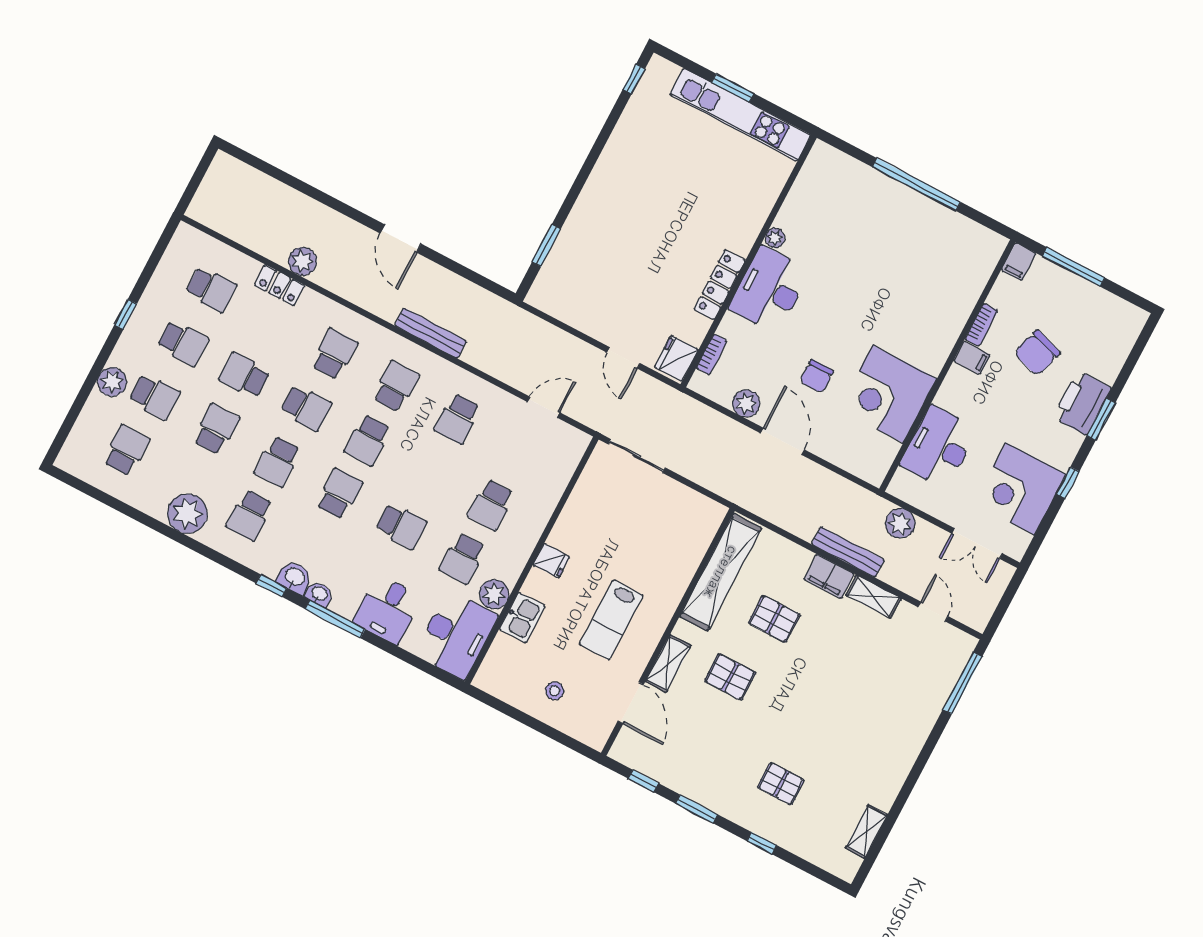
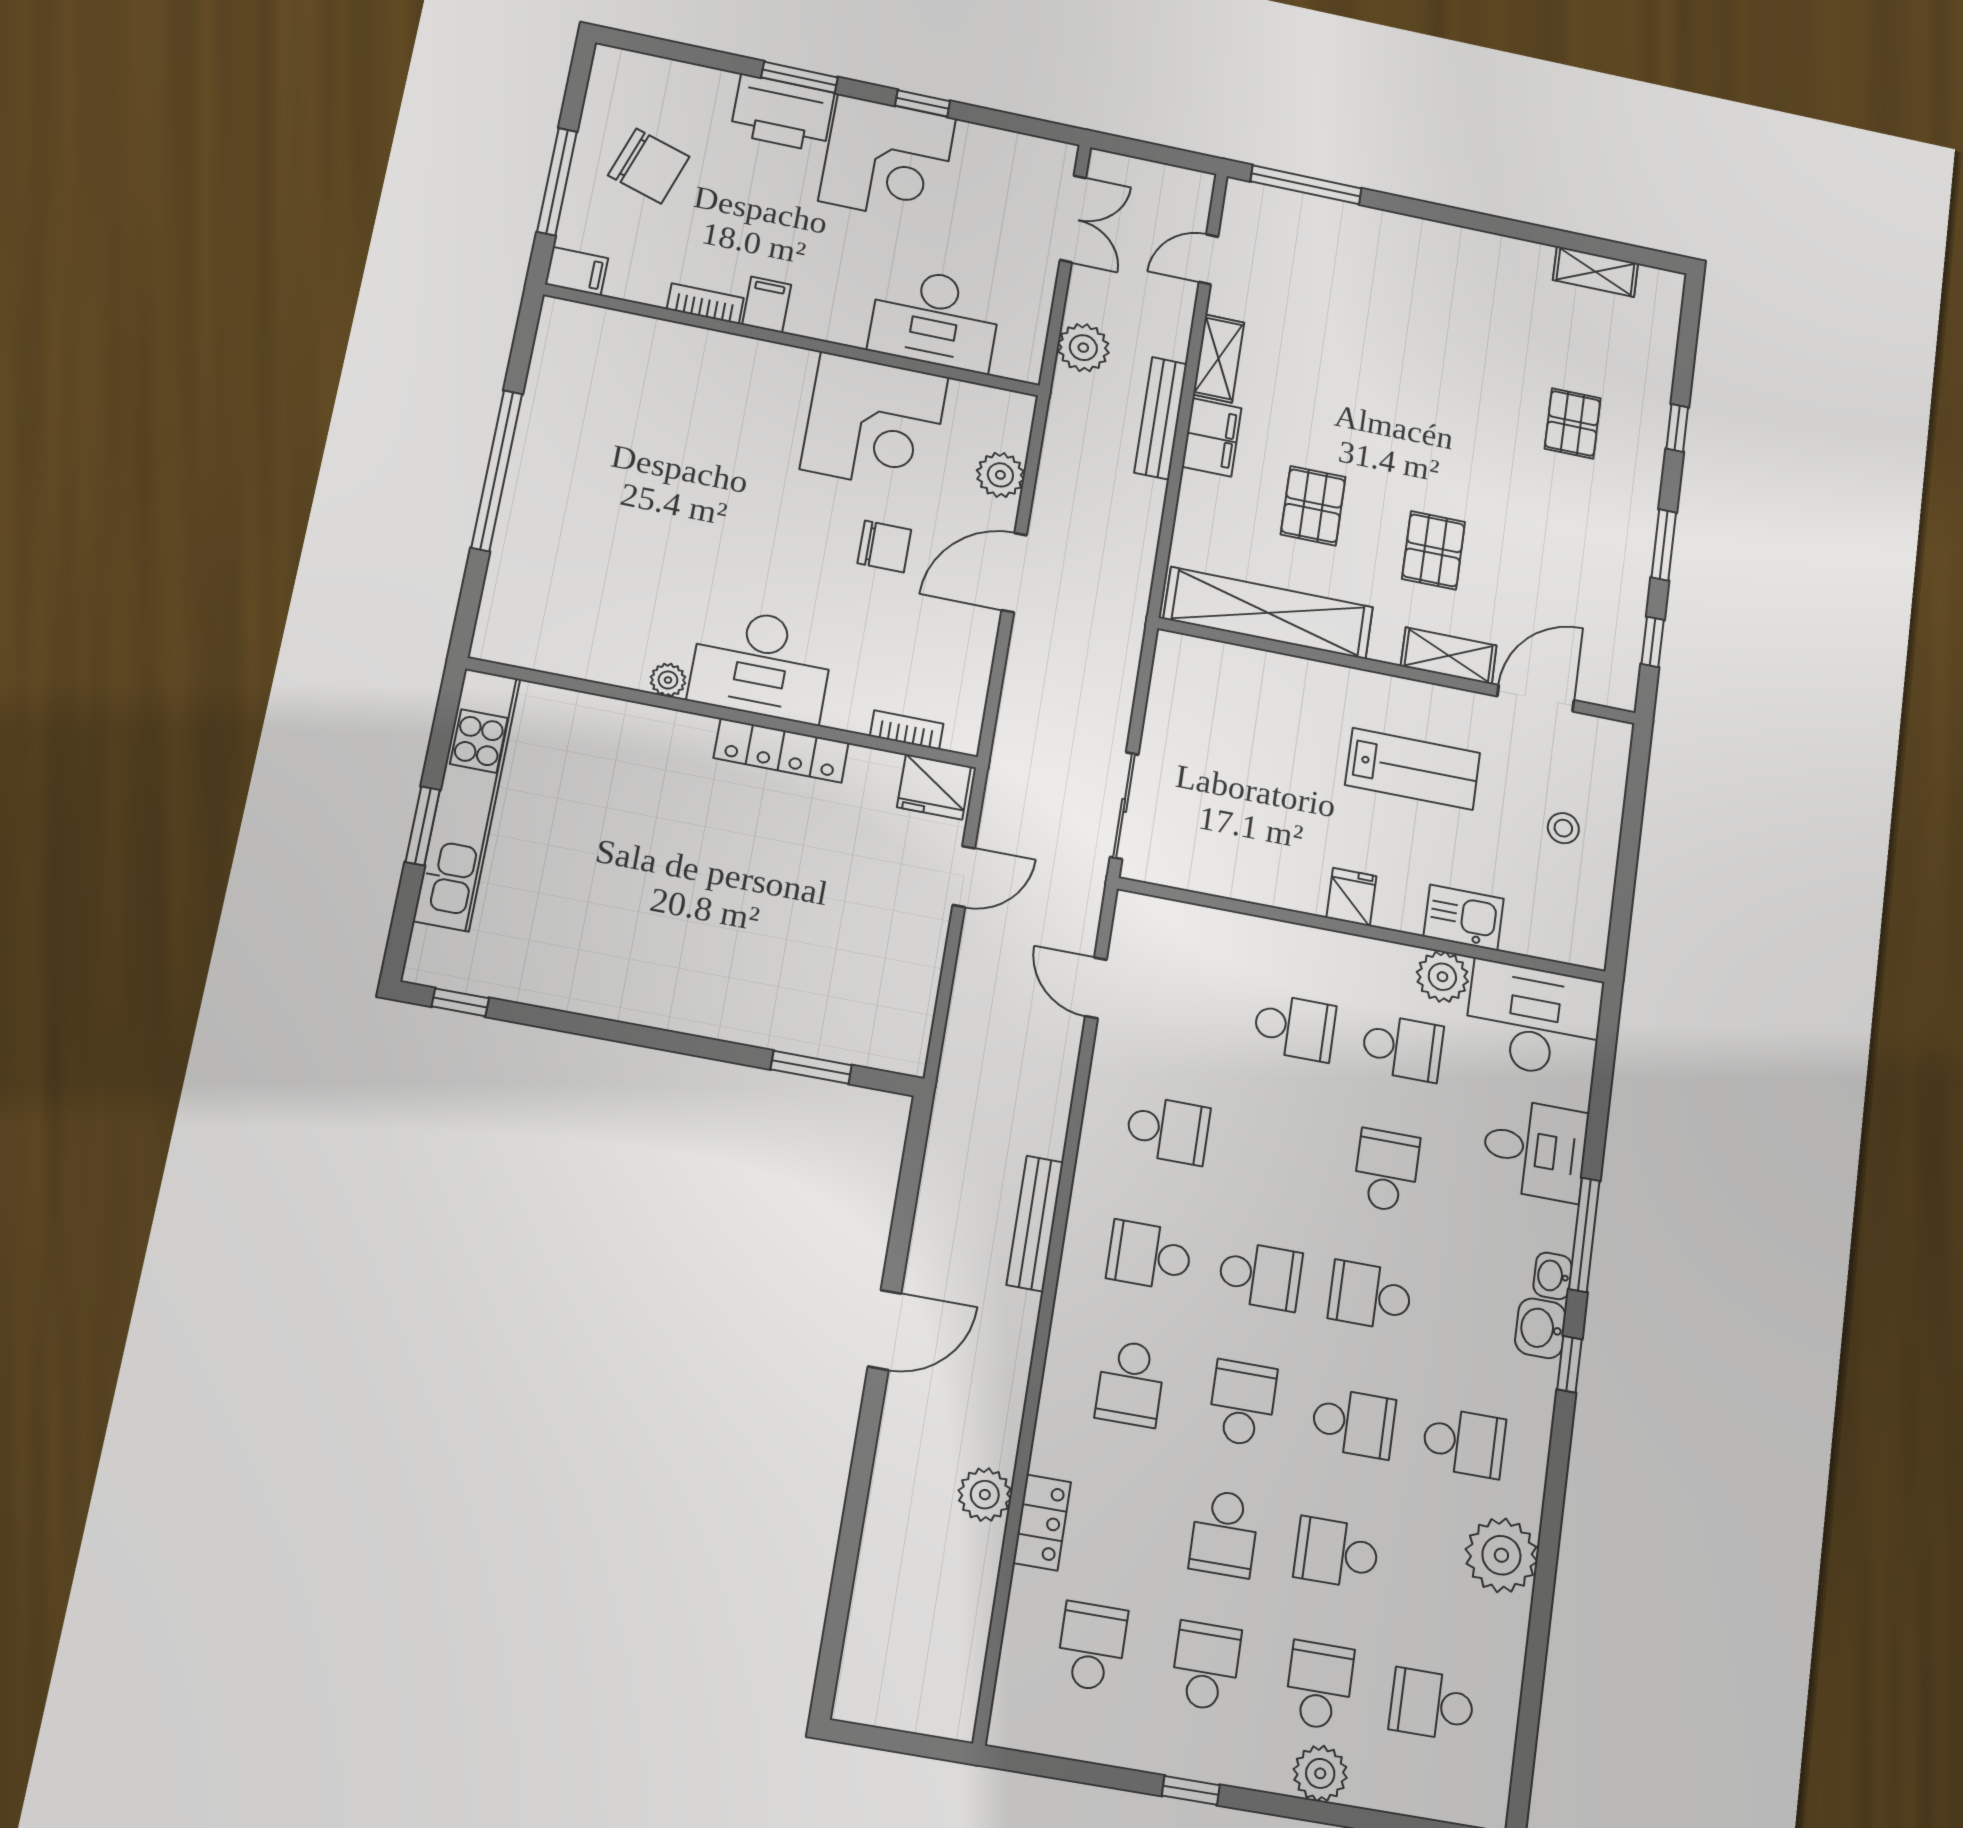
chair: (1037, 353) -> (649, 166), moved
school desk: (334, 354) -> (1131, 1383), turned -90
plant: (746, 404) -> (1000, 475), moved
corner desk: (1020, 489) -> (887, 160), moved

